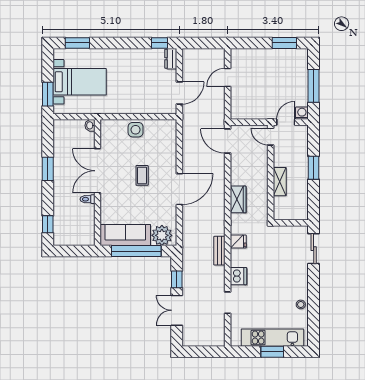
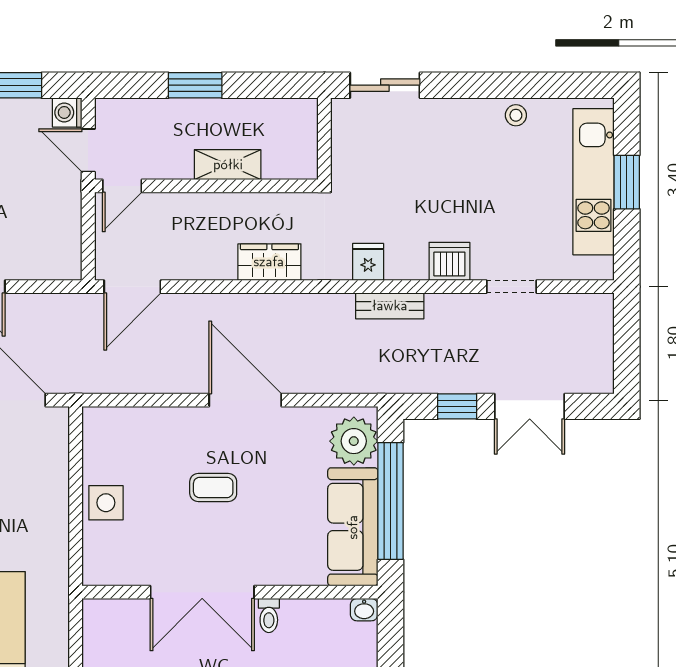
washbasin: (90, 125) -> (364, 610), moved

